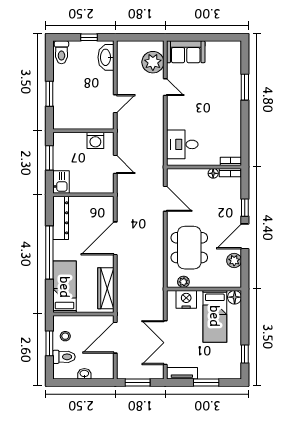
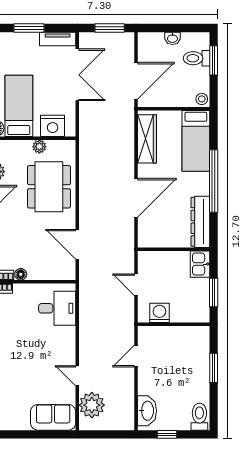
plant: (183, 282) -> (39, 147), moved
stool: (65, 336) -> (202, 99), moved
window: (49, 343) -> (214, 60), moved

